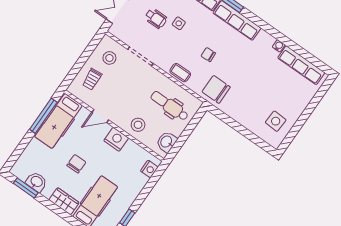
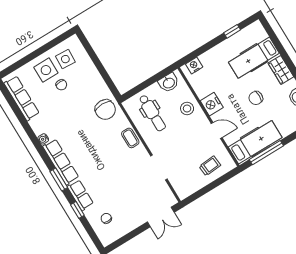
wheelchair: (156, 18) -> (131, 195), removed
side table: (179, 23) -> (46, 70), moved, width x1.87, depth x1.87
water cooler: (279, 46) -> (43, 139), moved
chair: (208, 55) -> (61, 85), moved
stool: (109, 58) -> (187, 178), removed

